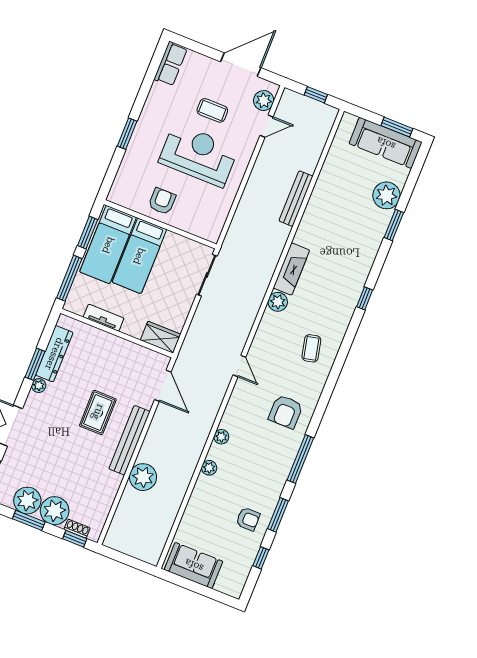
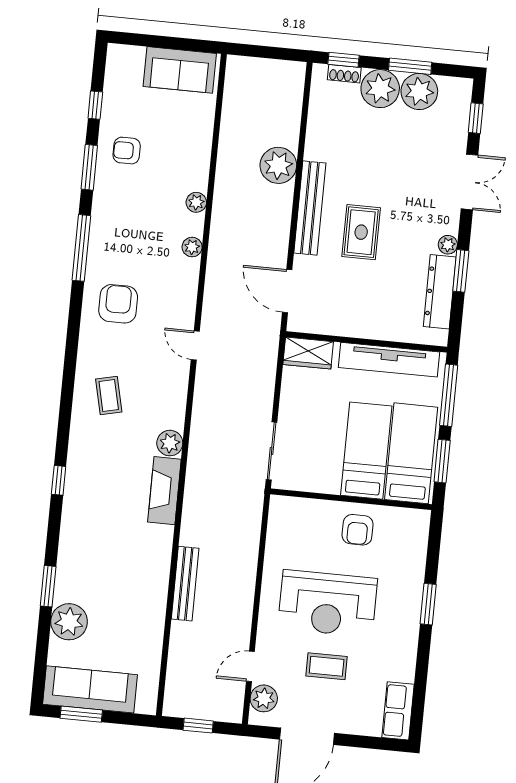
tv unit: (104, 318) -> (389, 360), width x1.92, depth x1.29

